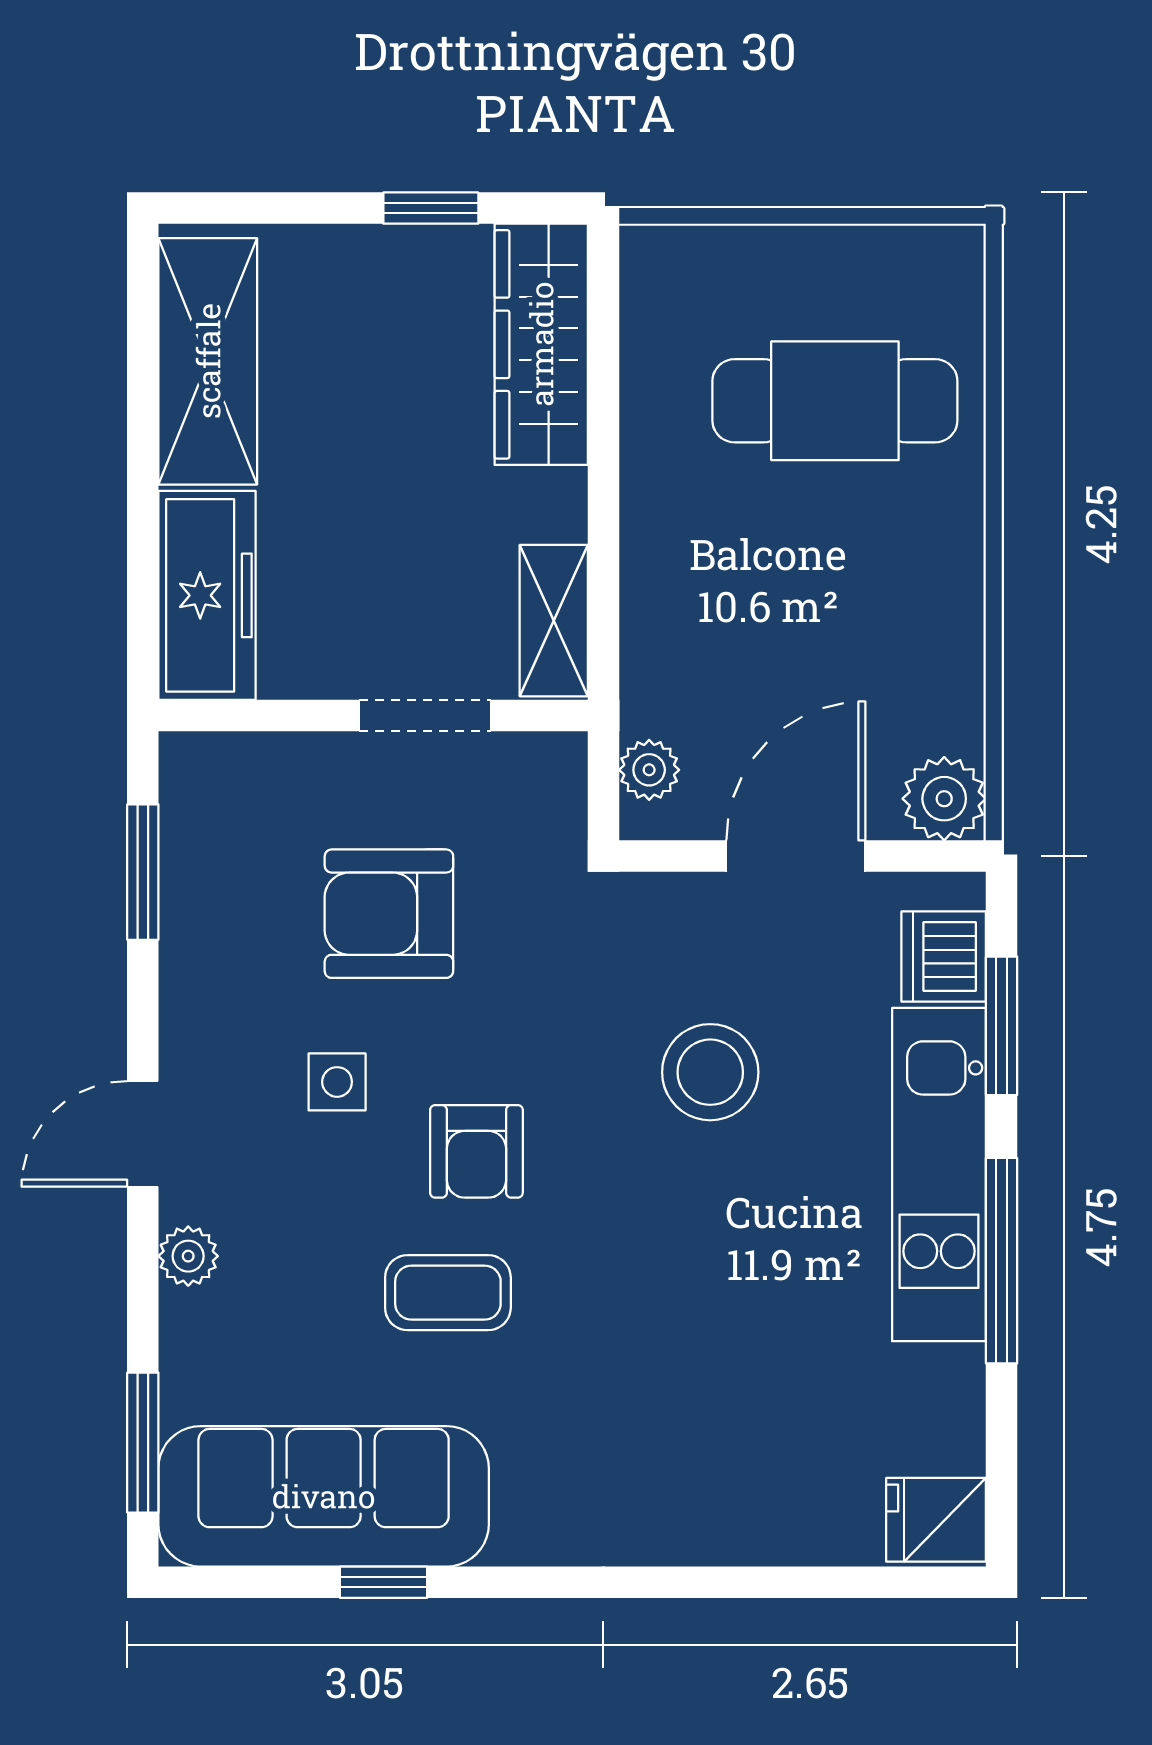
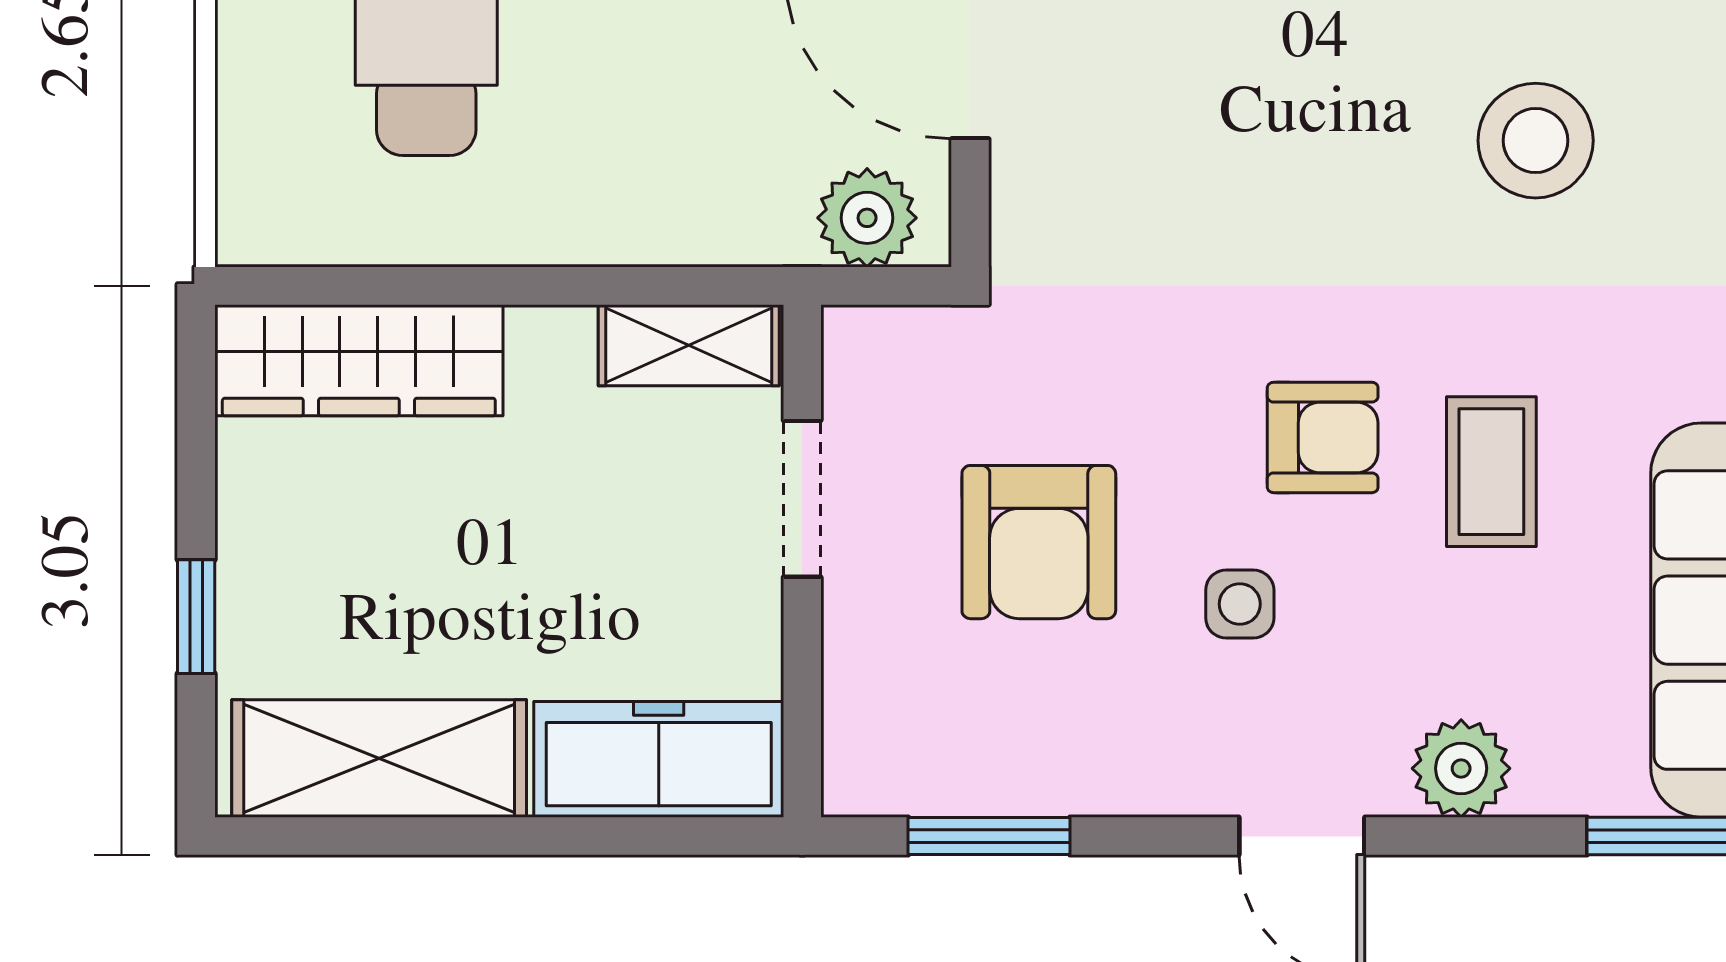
window: (431, 208) -> (196, 617), moved
plant: (649, 770) -> (867, 218), width x1.38, depth x1.38
stool: (710, 1072) -> (1536, 141), moved
plant: (188, 1256) -> (1461, 768), width x1.38, depth x1.38

